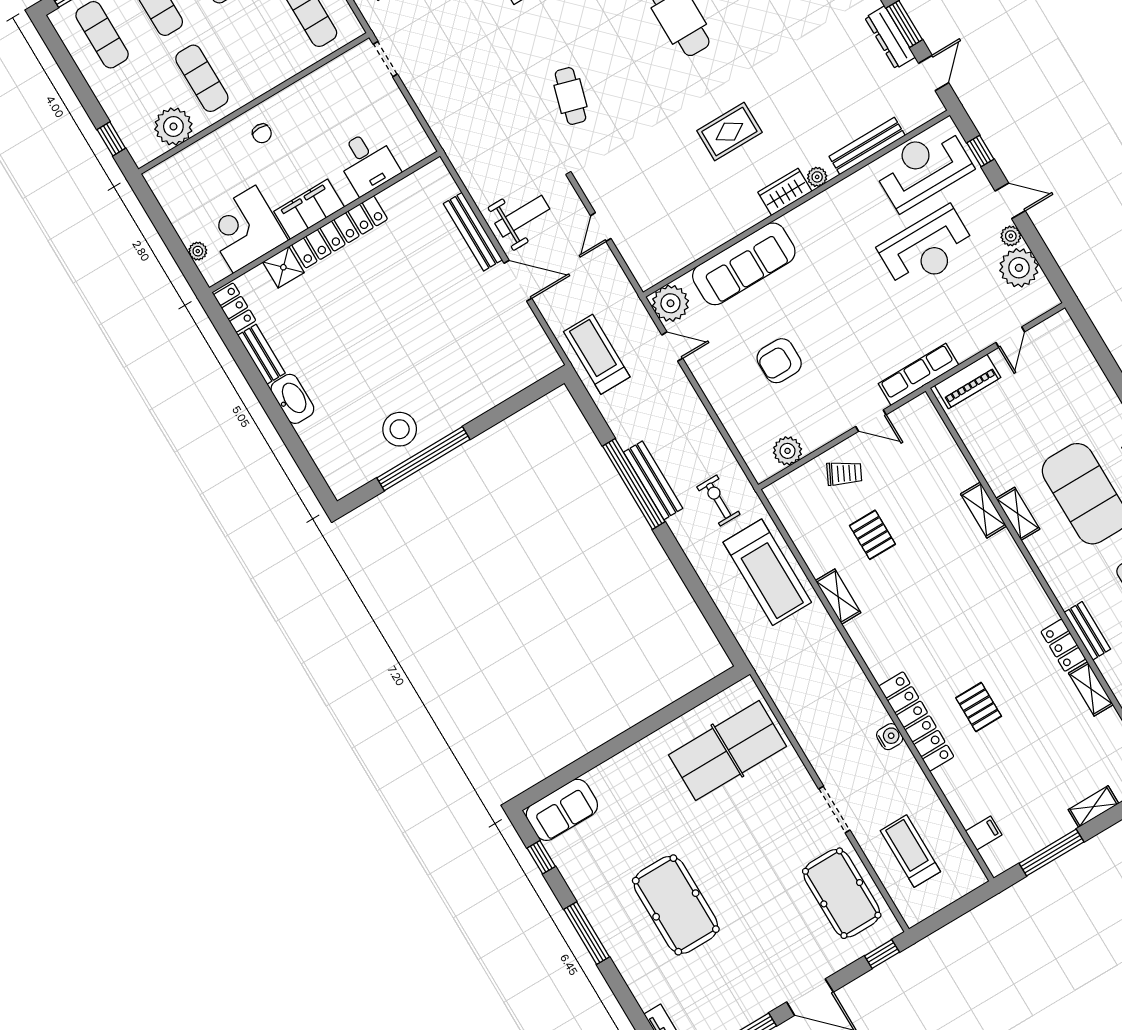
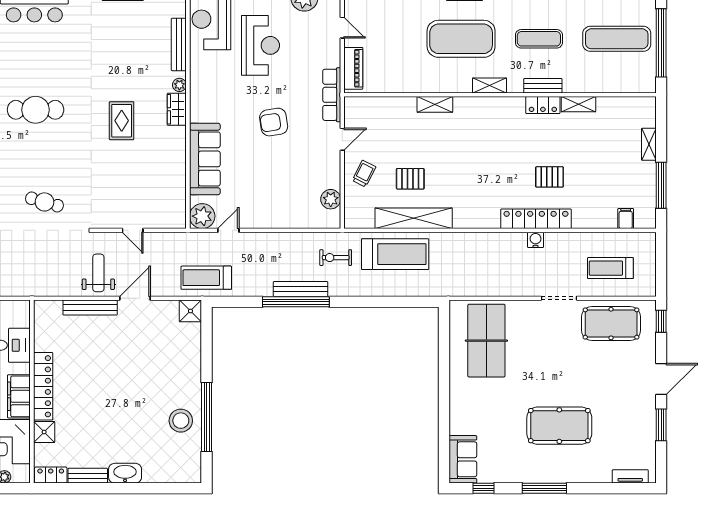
shower: (543, 359) -> (190, 311), added
armchair: (779, 361) -> (274, 122), moved, turned 81
shelving: (1018, 514) -> (490, 85), moved
shelving: (838, 597) -> (414, 218), width x2.20, depth x1.33

